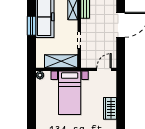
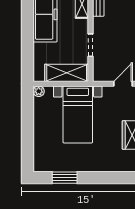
window: (31, 26) -> (28, 26), removed

